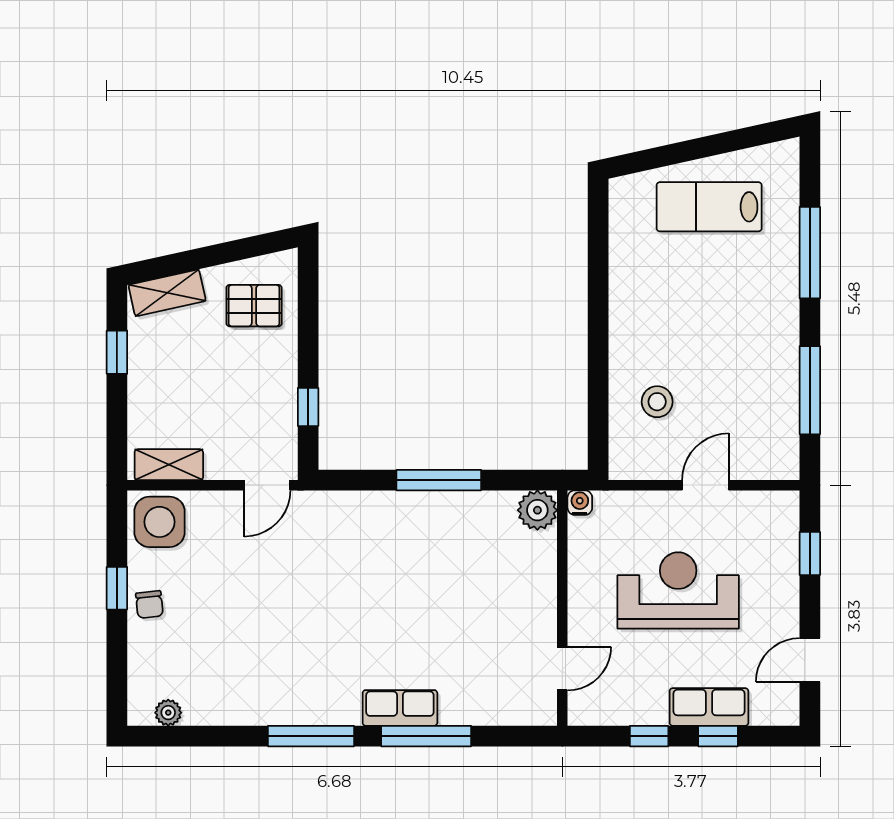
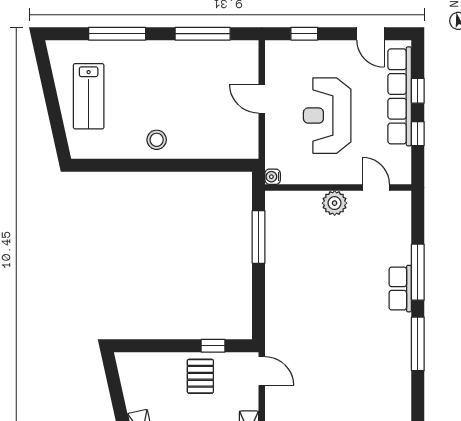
pallet: (254, 306) -> (200, 376), moved
stool: (657, 402) -> (157, 140), moved
window: (439, 480) -> (259, 237), moved
plant: (537, 510) -> (335, 203), moved
row of seats: (709, 707) -> (400, 96), width x2.02

